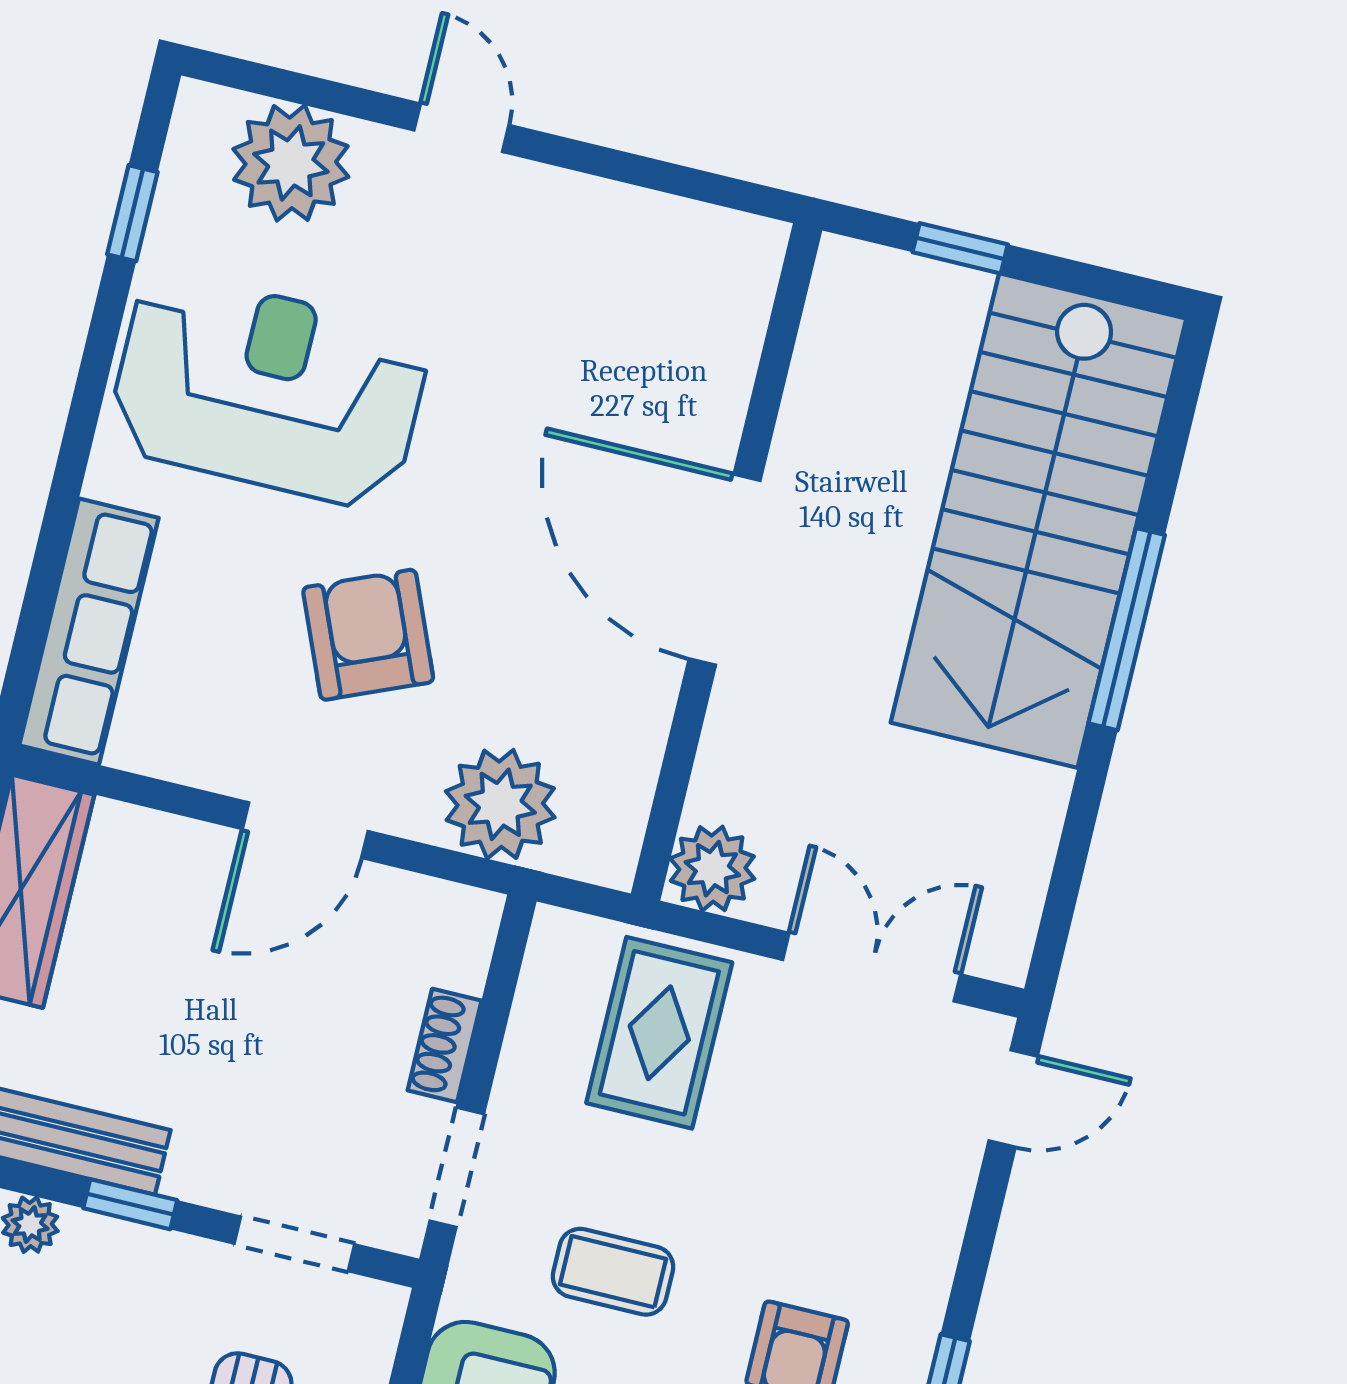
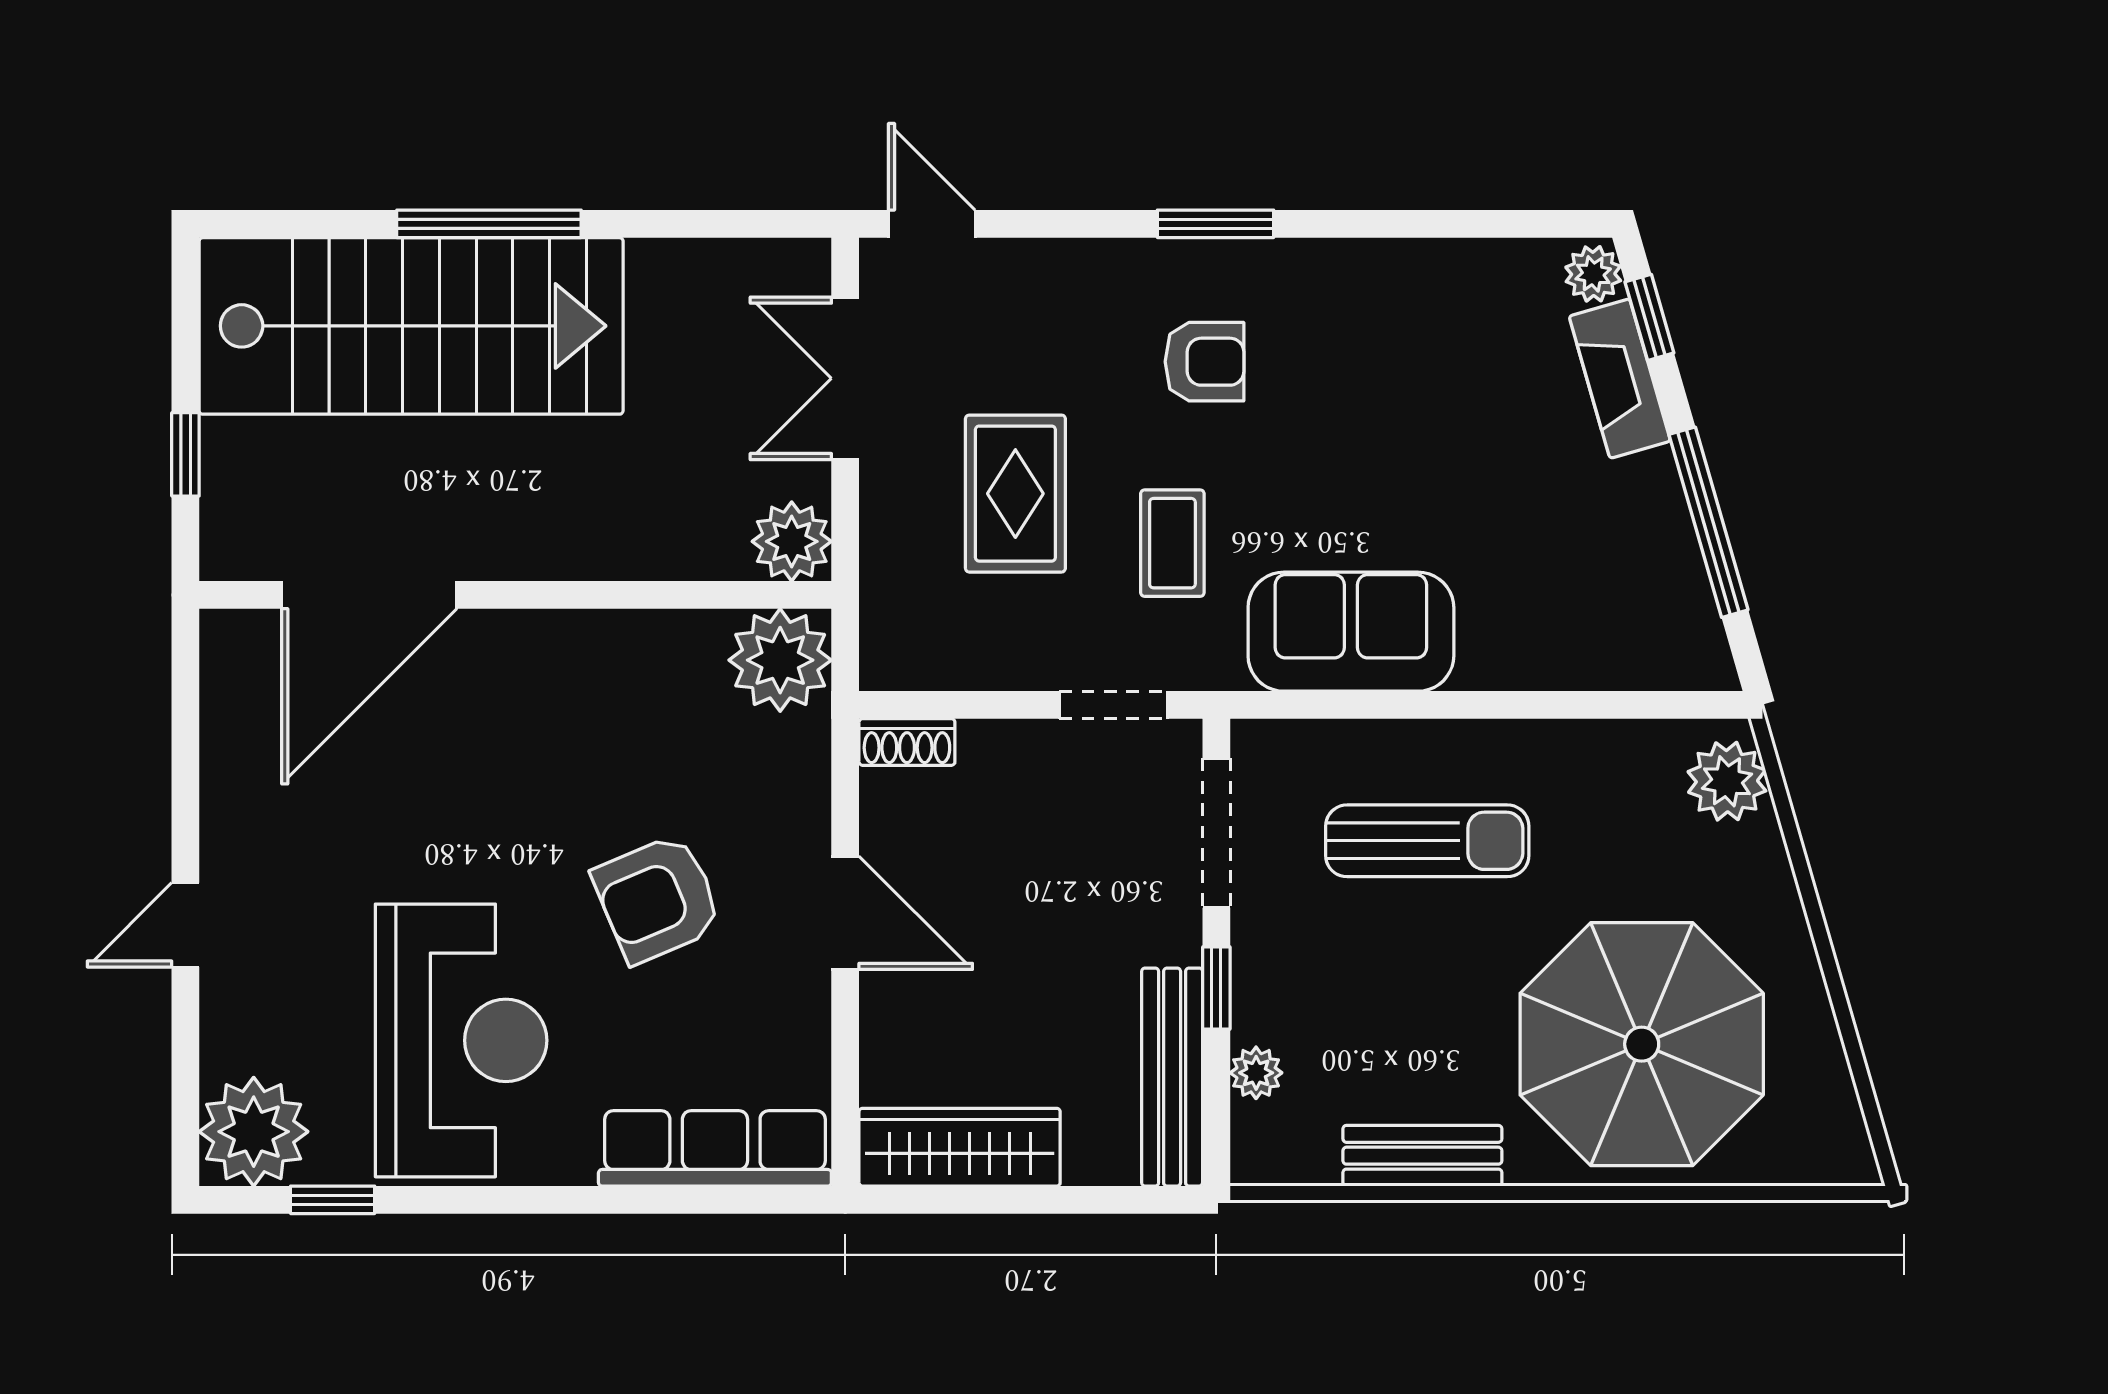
plant: (291, 163) -> (254, 1132), moved
reception desk: (268, 390) -> (461, 1040), turned 180
door: (725, 570) -> (369, 595), moved
plant: (500, 804) -> (780, 660), moved
rug: (659, 1033) -> (1015, 494), moved, turned 90
shoe rack: (445, 1045) -> (907, 742), moved
doorway: (294, 1244) -> (1216, 833), width x1.38

